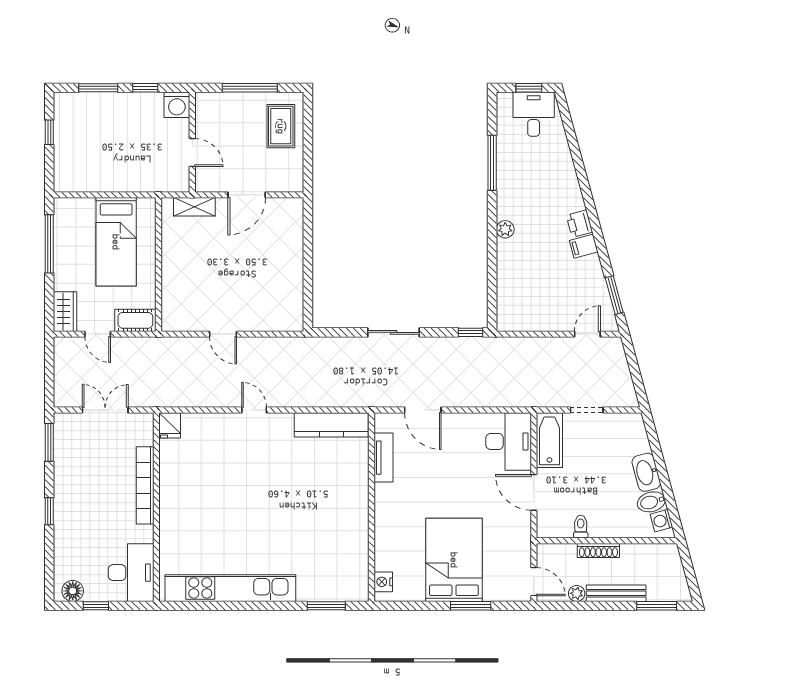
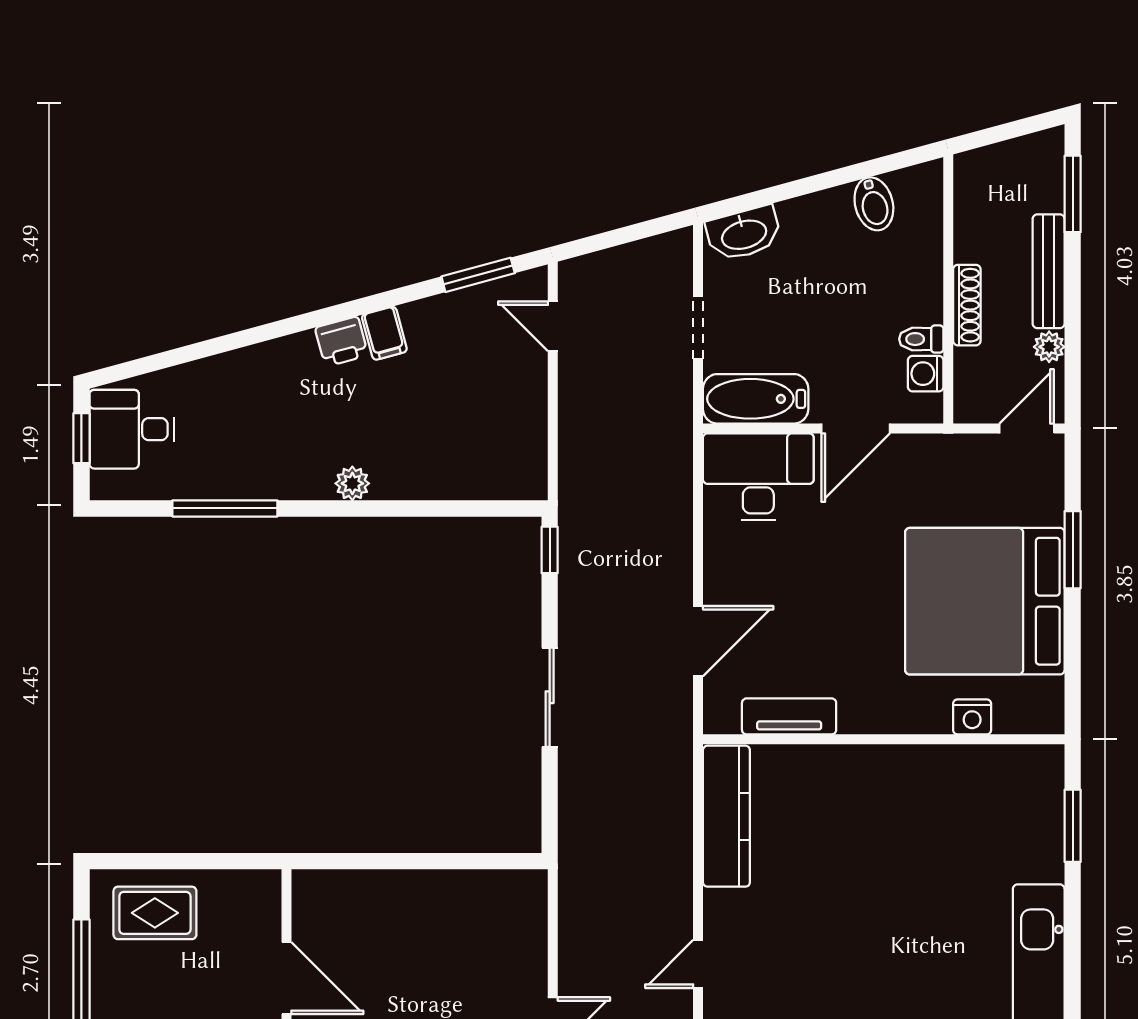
washbasin: (646, 472) -> (744, 233), moved
washing machine: (661, 521) -> (926, 374), moved, turned 105
bed: (454, 560) -> (985, 601), width x1.36
nightstand: (383, 582) -> (972, 717), moved

